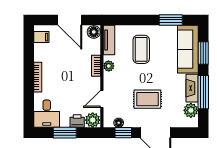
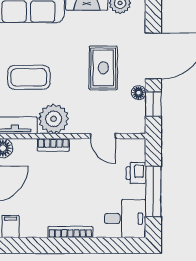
plant: (109, 66) -> (54, 119), width x1.87, depth x1.87
plant: (93, 120) -> (134, 150), removed
floor lamp: (119, 123) -> (139, 93), moved
window: (65, 133) -> (153, 191), width x1.44

